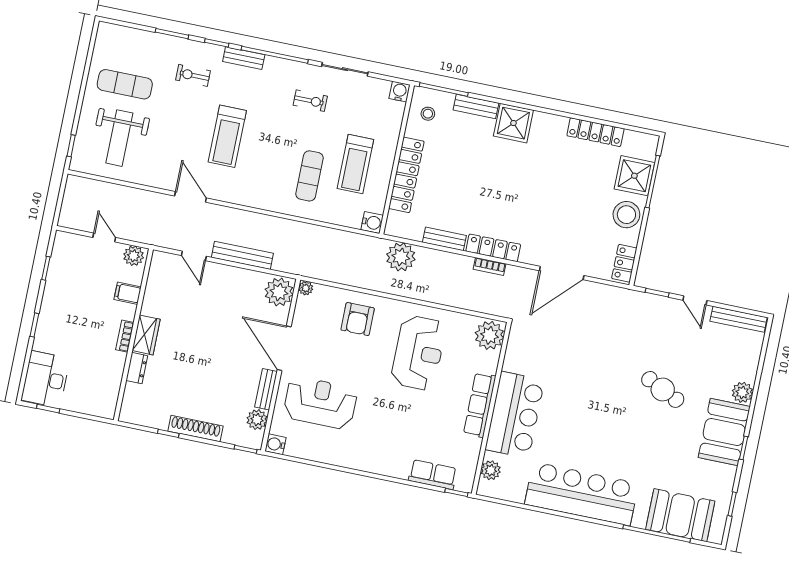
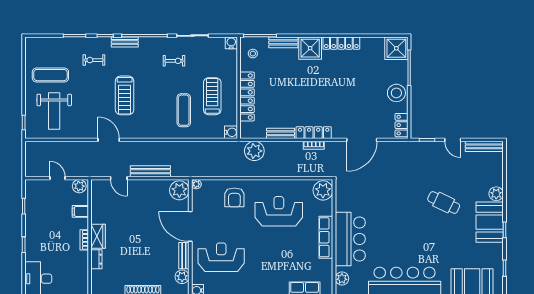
locker: (595, 132) -> (341, 43), moved
treadmill: (355, 164) -> (212, 96), turned 180
shower: (634, 176) -> (396, 48), moved
reception desk: (418, 353) -> (279, 211), turned -90

